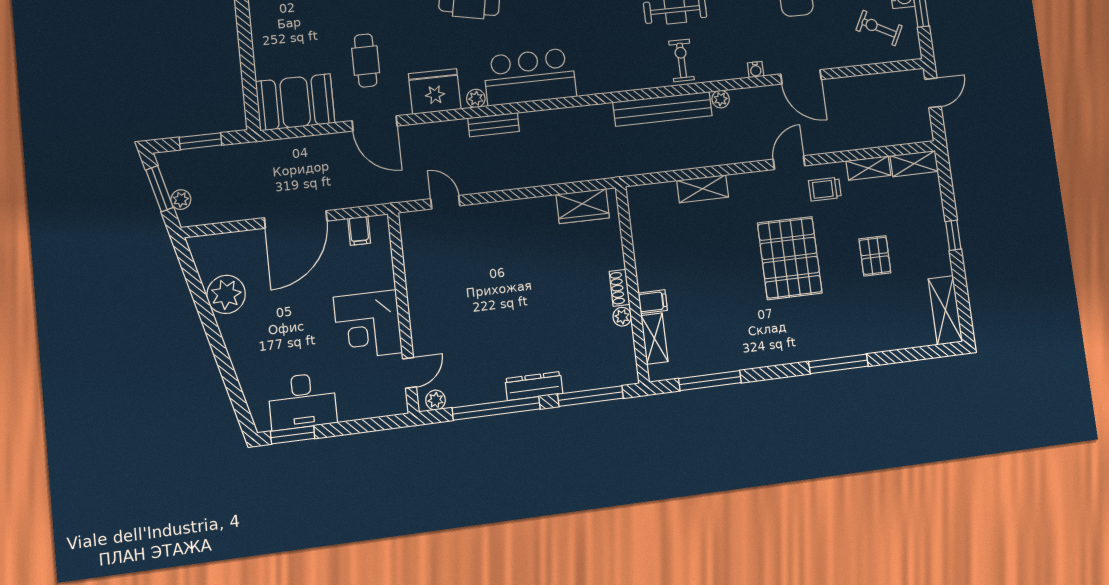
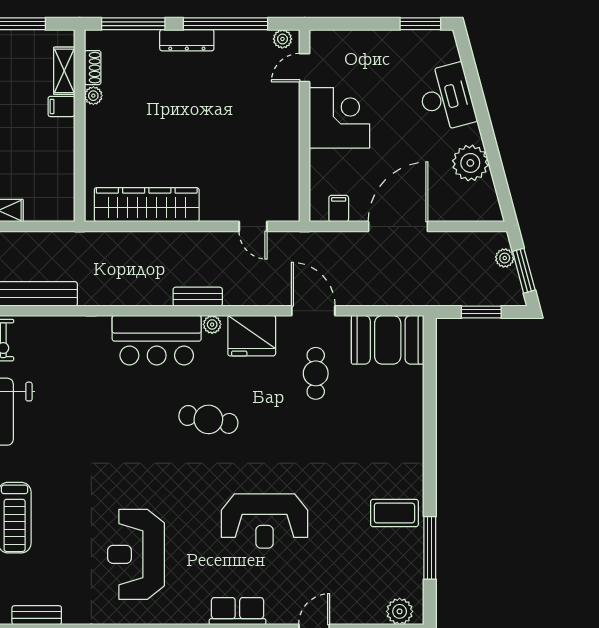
wardrobe: (583, 206) -> (147, 205), width x2.10, depth x1.17
shoe rack: (619, 288) -> (93, 68), moved
desk: (302, 401) -> (446, 97), moved, turned 75

